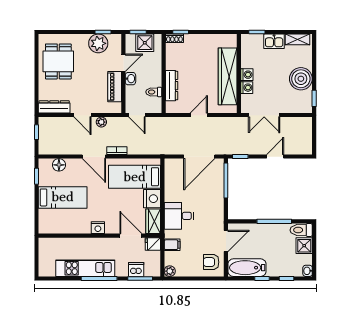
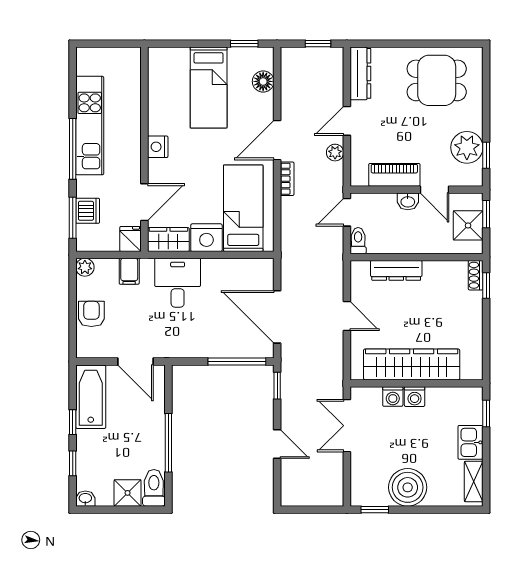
toilet: (154, 92) -> (358, 241), moved
armchair: (211, 262) -> (91, 314), moved

